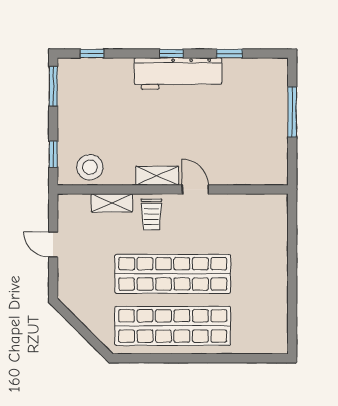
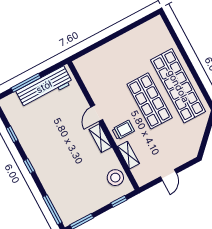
window: (92, 53) -> (52, 210), width x2.17
workbench: (178, 74) -> (44, 87), moved, turned 90
shop shelf: (173, 274) -> (150, 101), width x0.71

